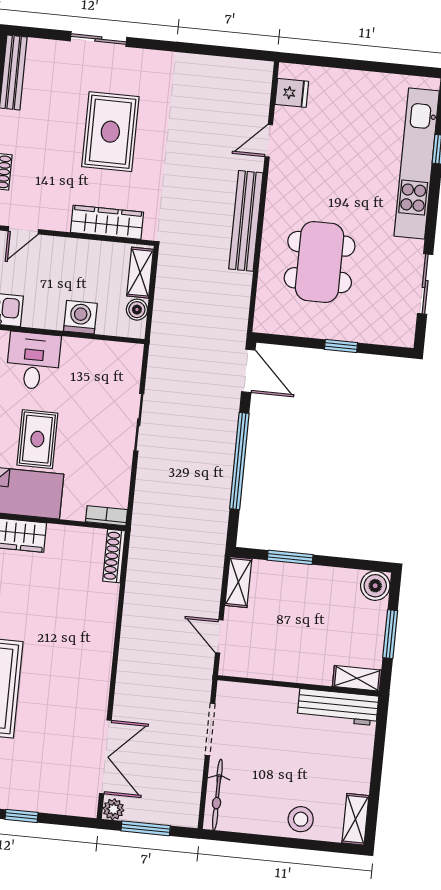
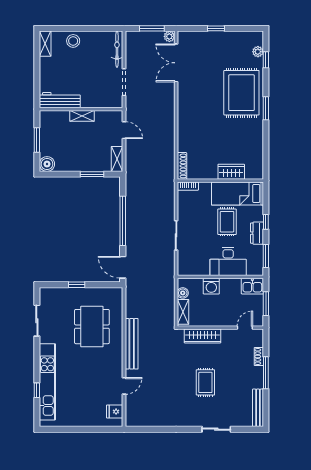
rug: (110, 132) -> (205, 382), width x0.73, depth x0.70
desk: (33, 361) -> (228, 261), width x1.37
shelving: (357, 678) -> (82, 116), moved

